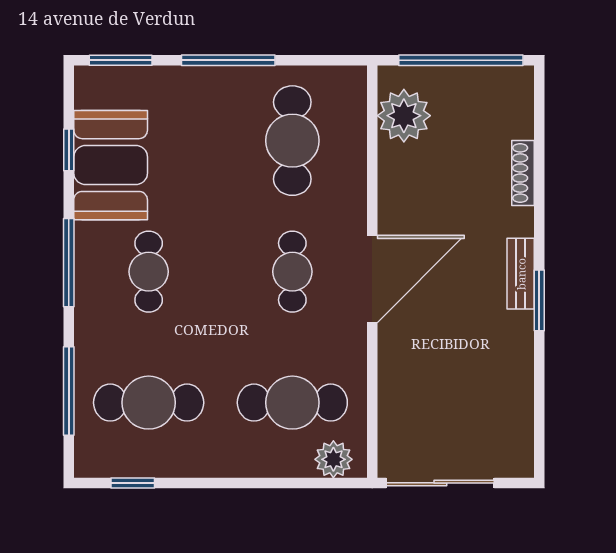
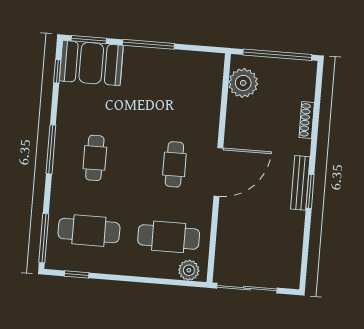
cafe table: (292, 141) -> (180, 92), removed
window: (69, 150) -> (57, 71), moved
booth: (111, 165) -> (91, 63), moved, turned 90
bench: (521, 274) -> (300, 183), width x1.36
window: (69, 391) -> (44, 238), moved

